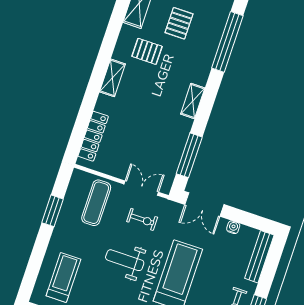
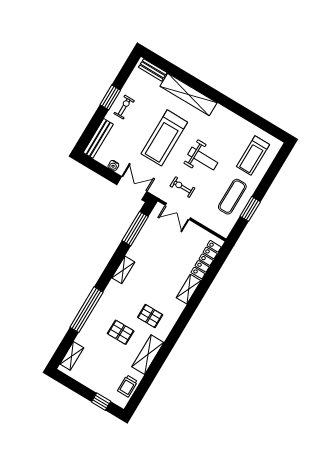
pallet: (179, 23) -> (121, 332), turned 90
shelving: (112, 78) -> (189, 289), moved
exercise mat: (96, 203) -> (232, 197), moved

